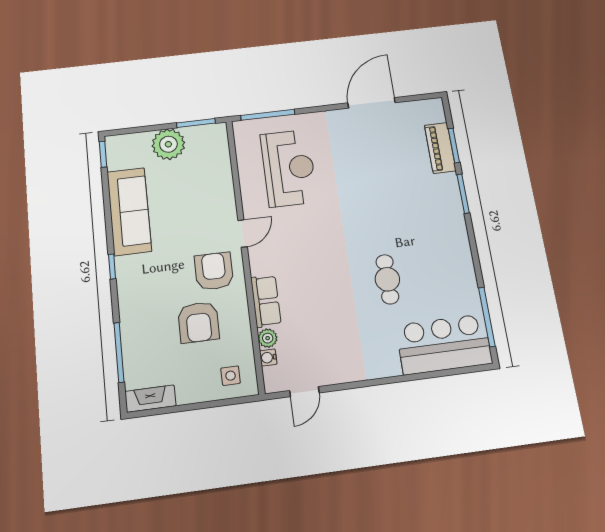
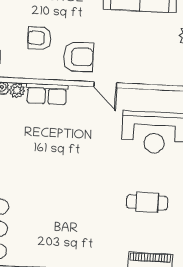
cafe table: (387, 279) -> (147, 202), moved
armchair: (198, 322) -> (39, 38), width x0.72, depth x0.72

